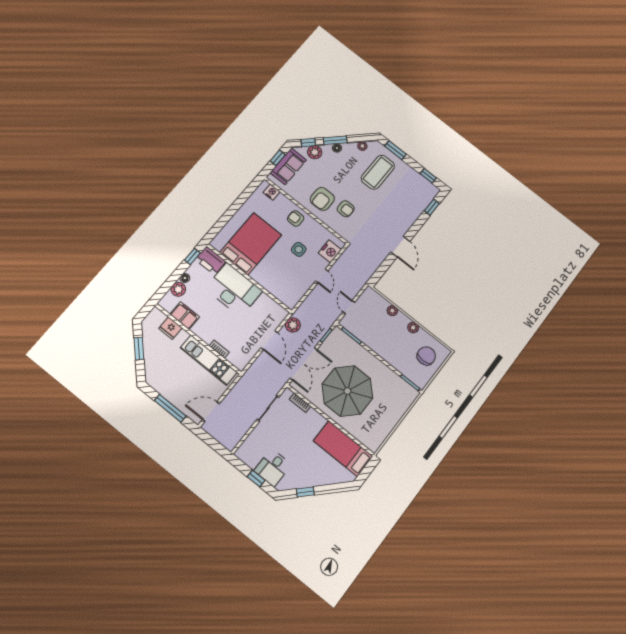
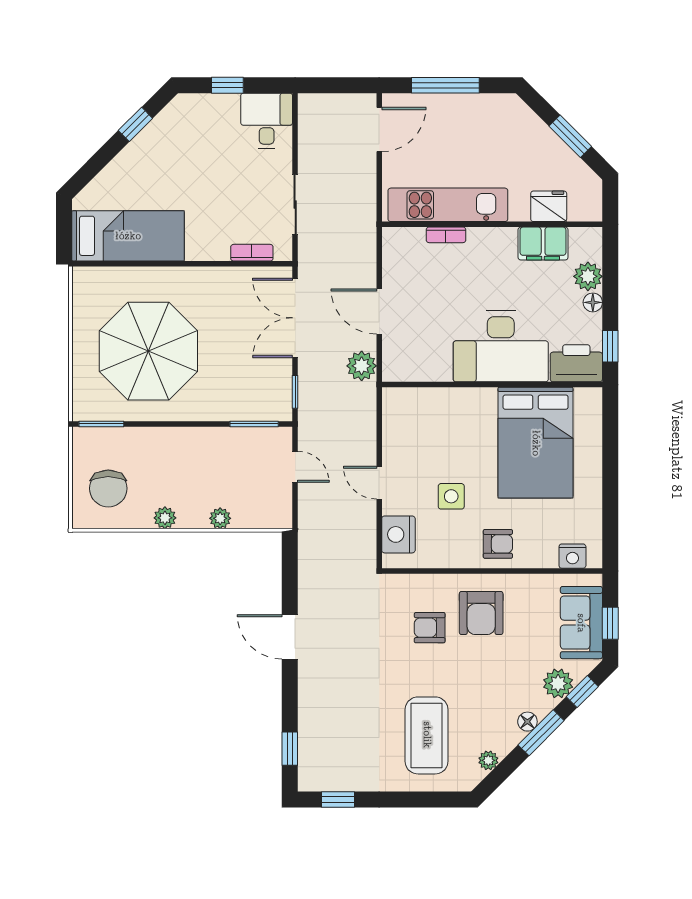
window: (395, 150) -> (428, 799), removed
armchair: (322, 199) -> (481, 613), turned 180
parasol: (347, 391) -> (148, 351), moved
desk: (273, 468) -> (267, 121), moved

